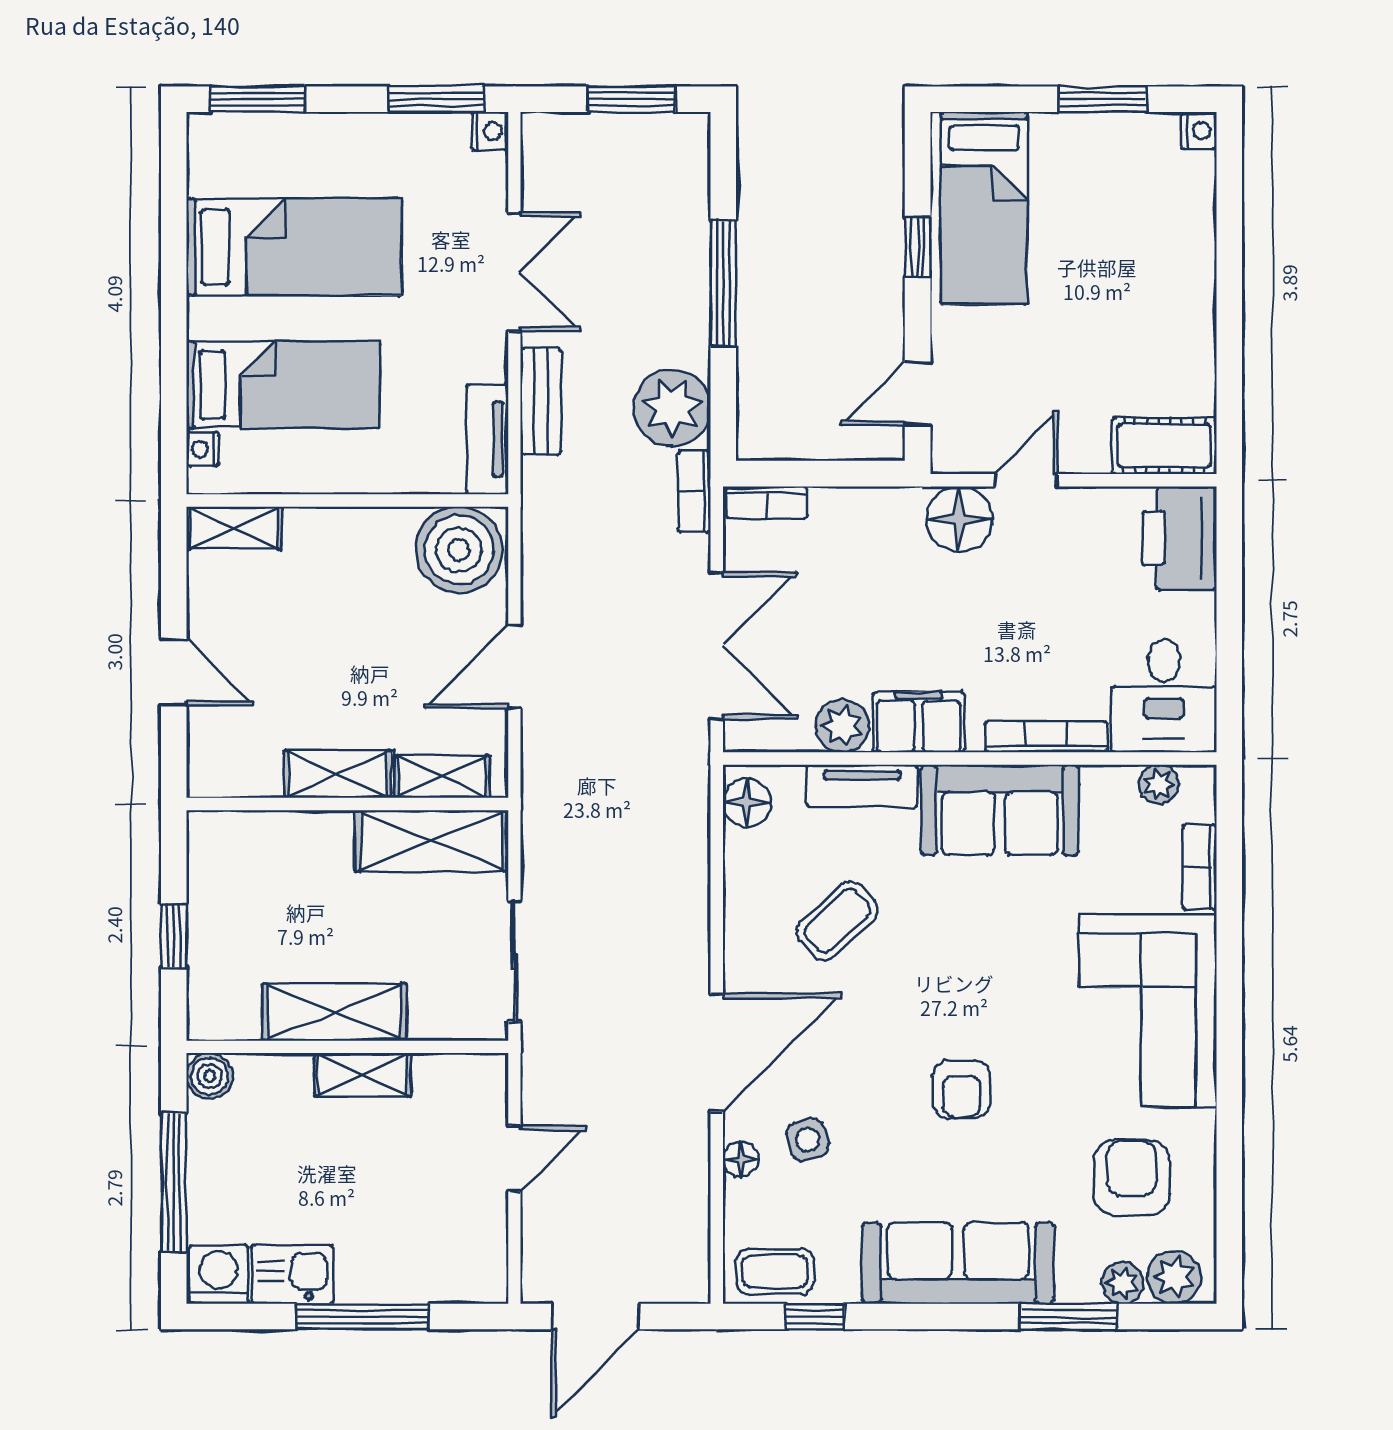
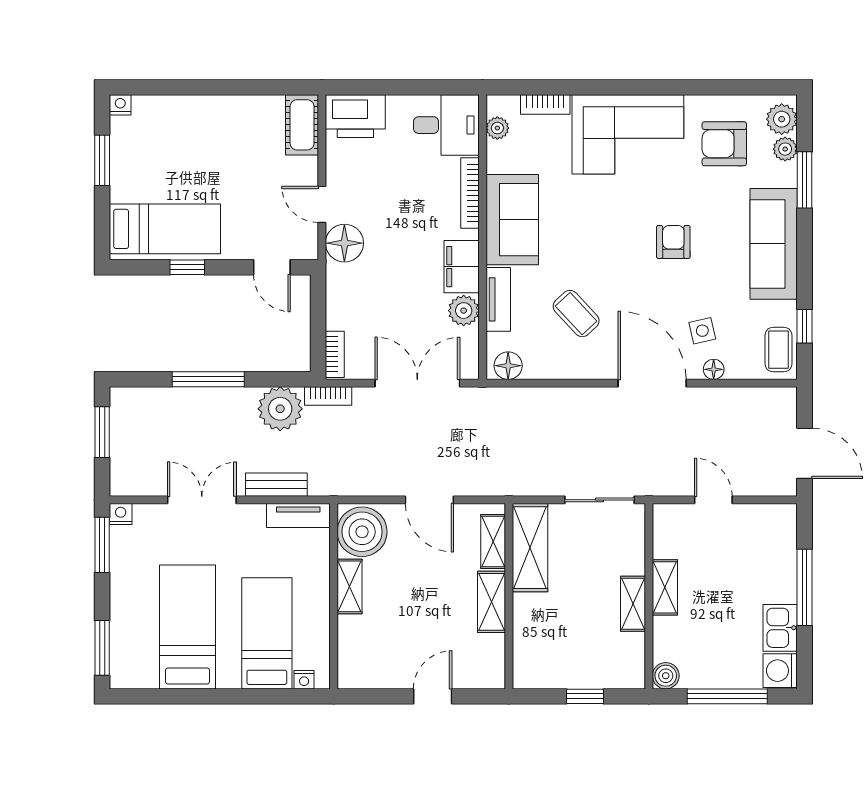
shelving: (234, 528) -> (349, 586), moved
shelving: (334, 1012) -> (633, 604), width x0.67, depth x0.75
armchair: (961, 1089) -> (673, 242), turned -90

